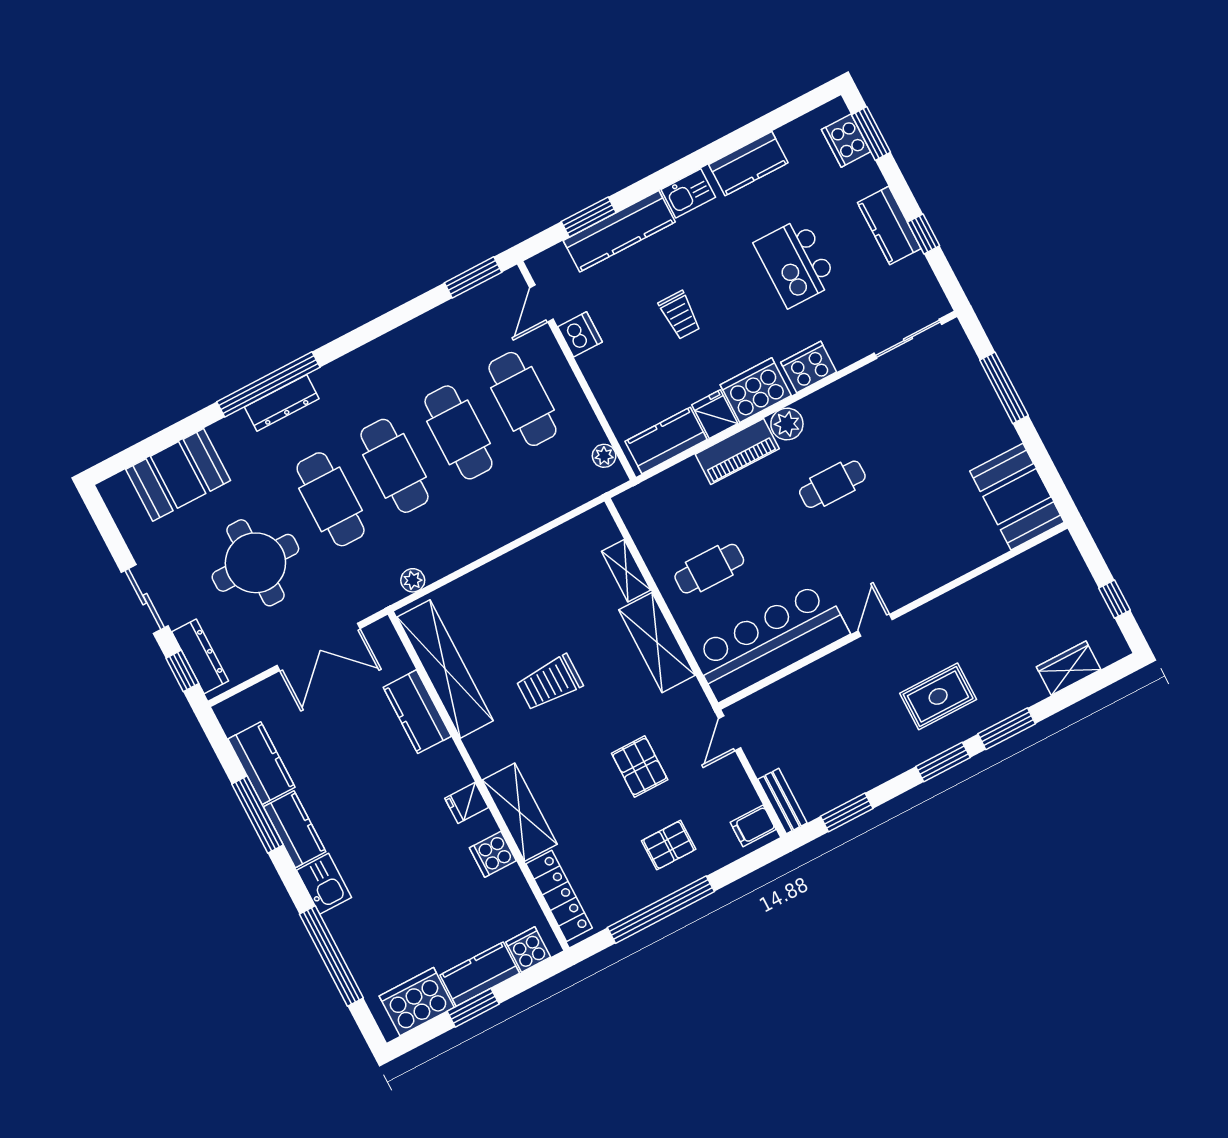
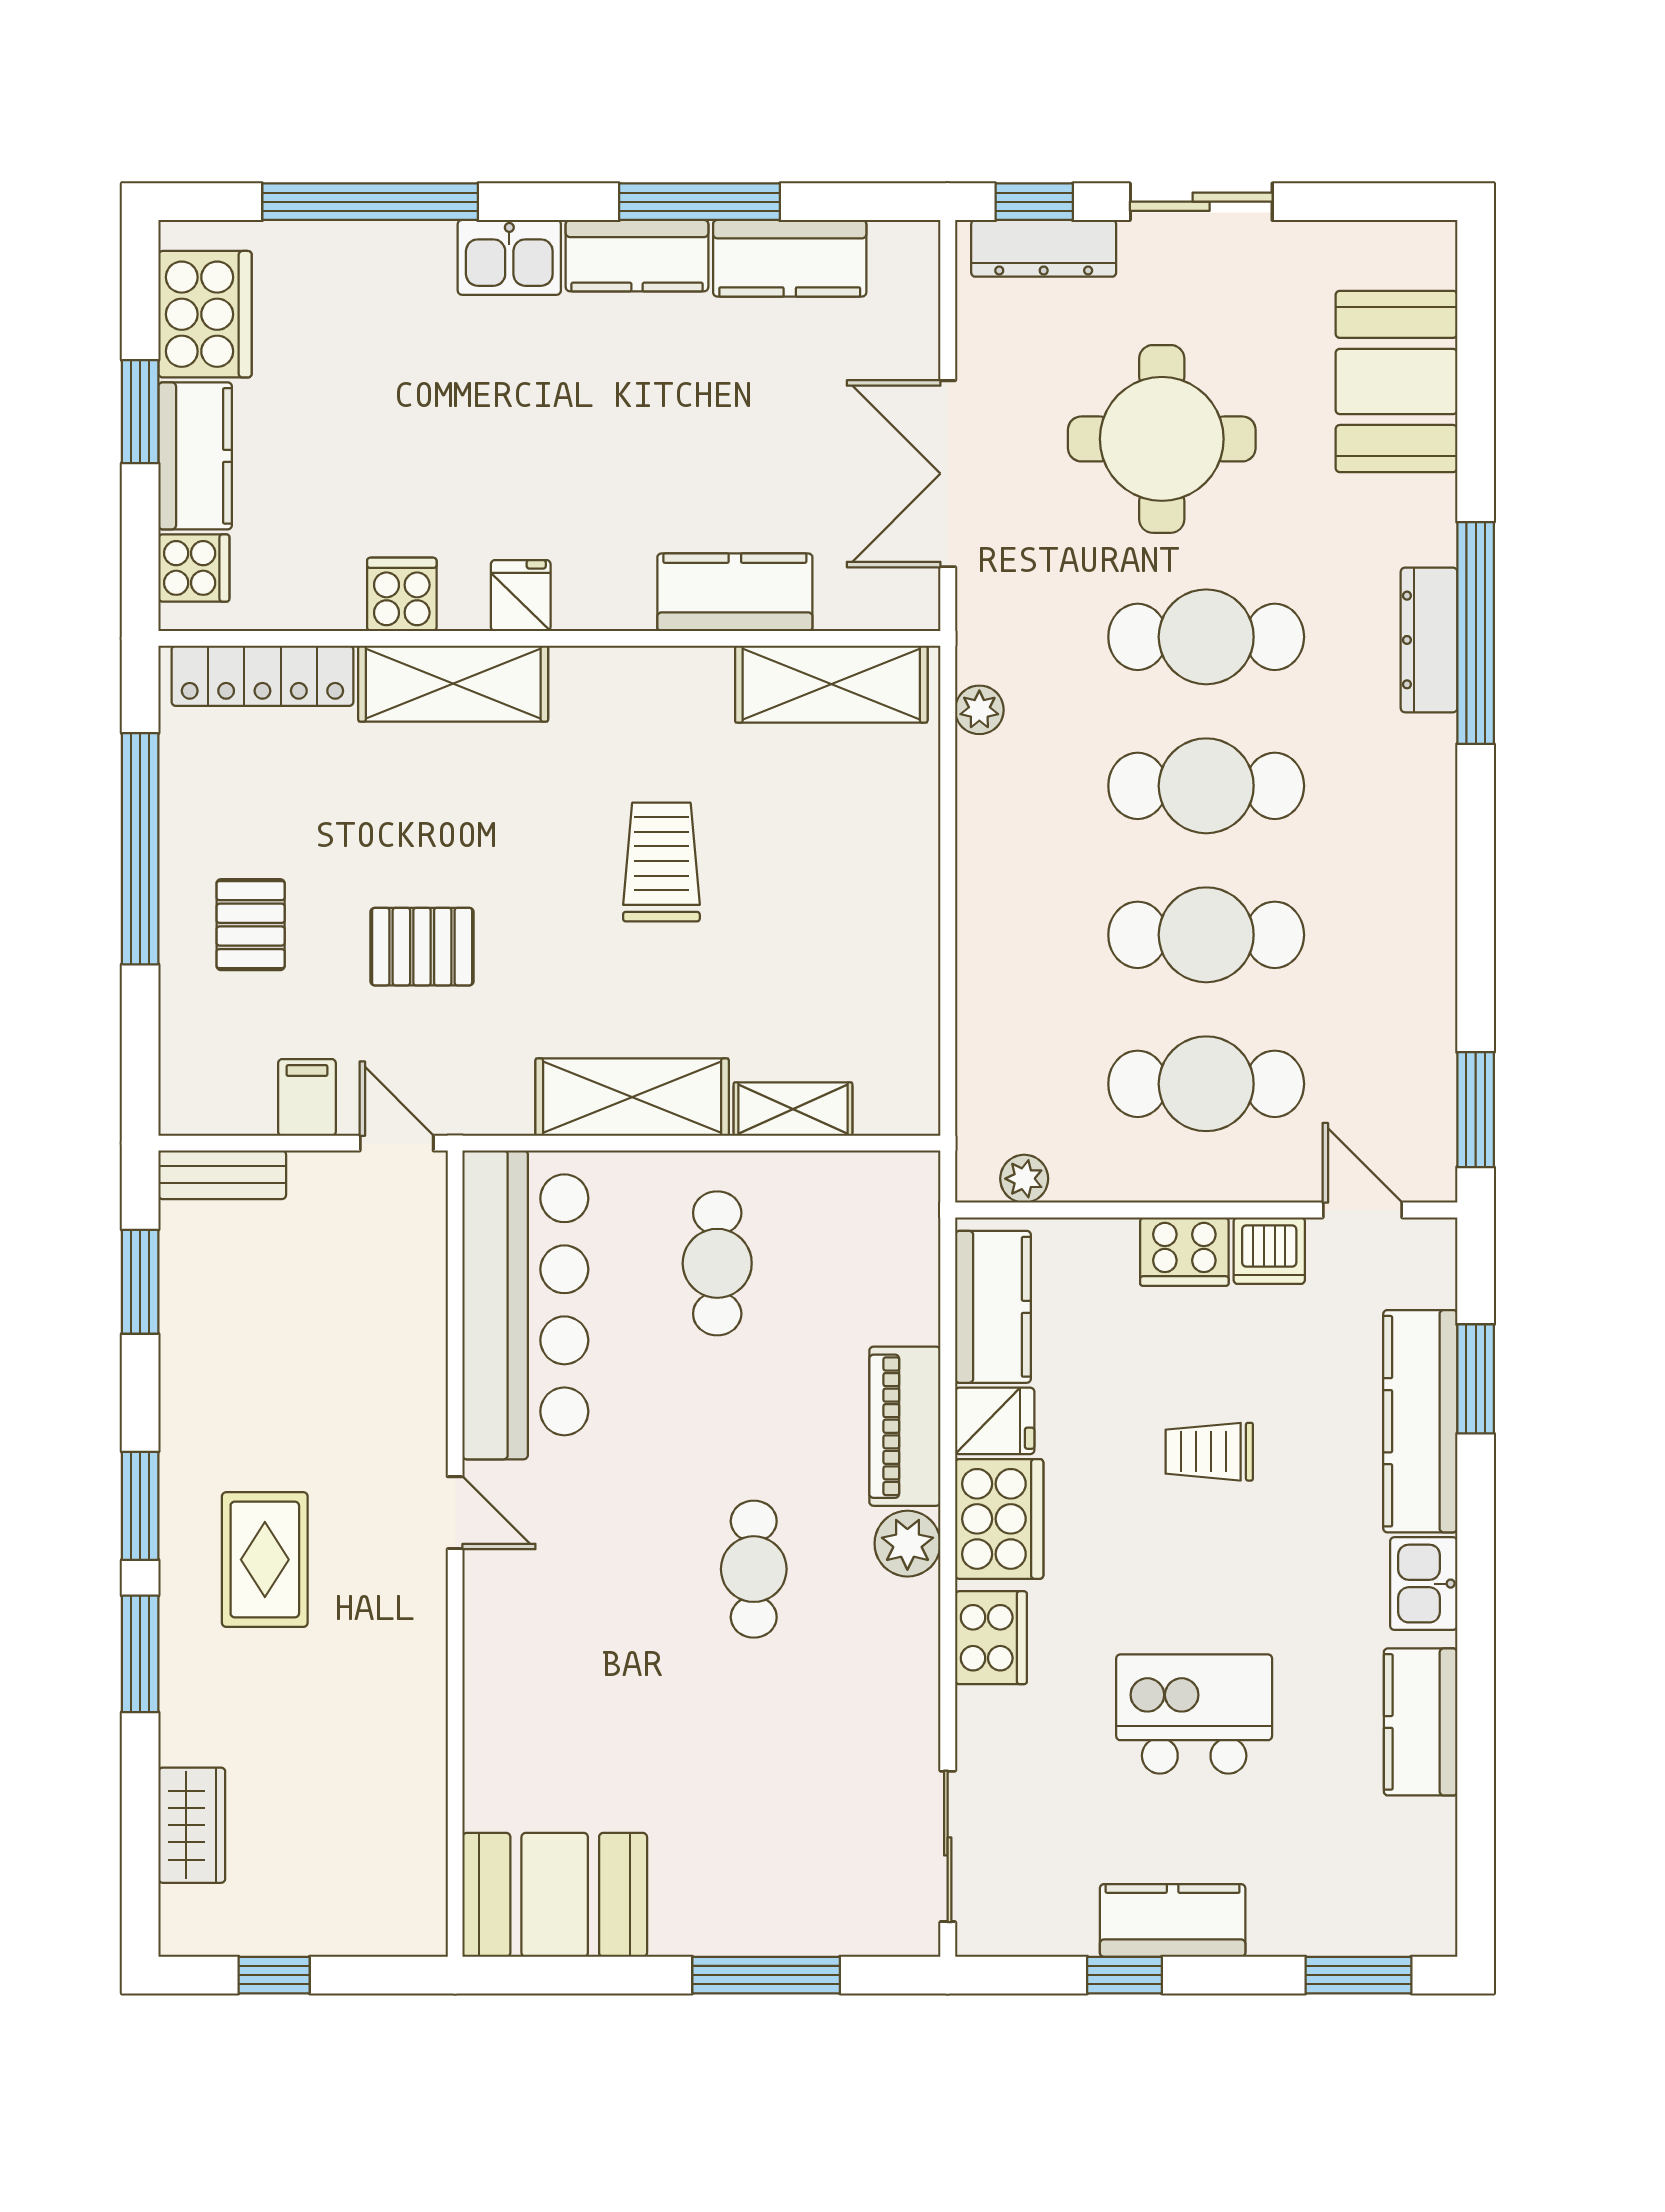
cooker: (846, 141) -> (1184, 1252), moved, turned 180
shelving: (445, 669) -> (831, 684), width x0.68
filing cabinet: (753, 826) -> (307, 1097), moved

